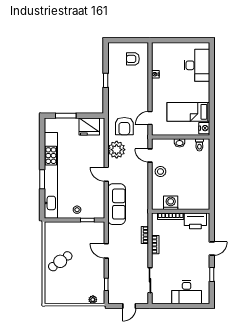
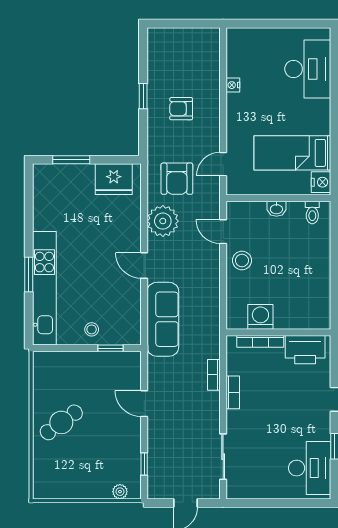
armchair: (133, 59) -> (181, 109), moved
kitchen unit: (51, 175) -> (44, 288), width x0.73
desk: (187, 292) -> (310, 468), moved, turned -90

